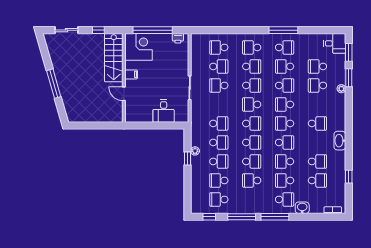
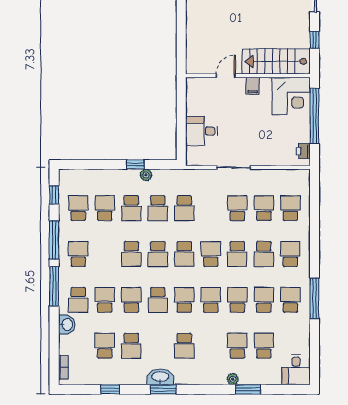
school desk: (285, 47) -> (290, 300), turned 180
window: (349, 52) -> (163, 389), moved
school desk: (219, 66) -> (264, 208), turned 180
school desk: (285, 85) -> (237, 300), turned 180
school desk: (252, 180) -> (78, 254), moved
school desk: (317, 180) -> (105, 346), turned 180

